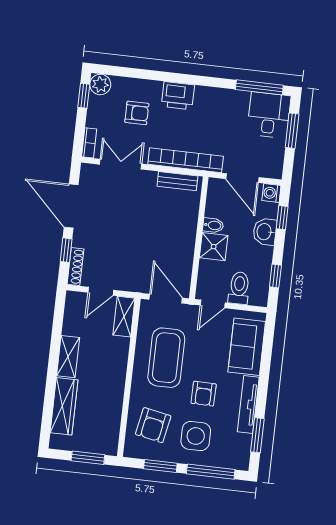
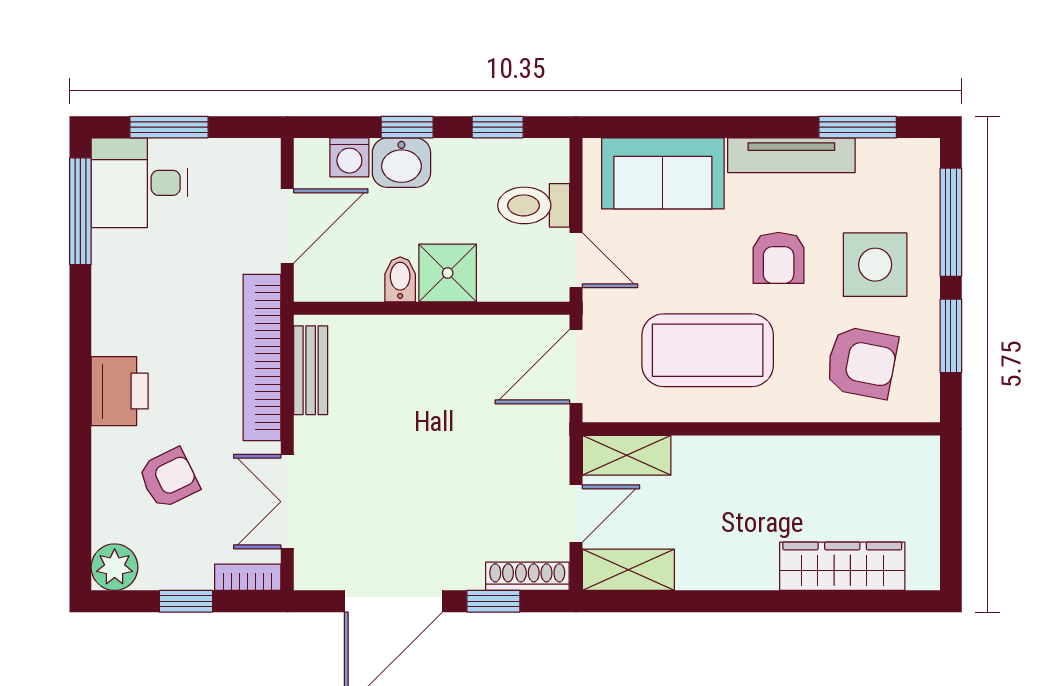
window: (84, 96) -> (186, 601), moved
armchair: (137, 113) -> (169, 478), turned 64
washing machine: (271, 193) -> (349, 157), moved
window: (282, 218) -> (407, 127), moved
door: (101, 291) -> (576, 513), hinge flipped
shelving: (68, 357) -> (628, 570), moved
armchair: (204, 394) -> (779, 258), turned 89
window: (88, 458) -> (951, 500), removed

